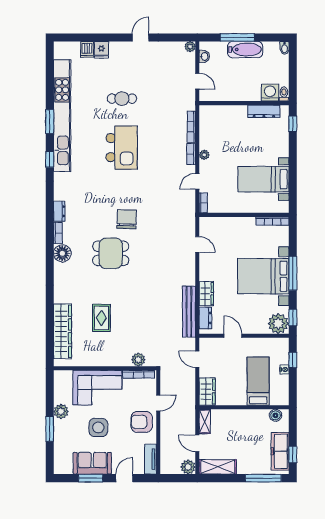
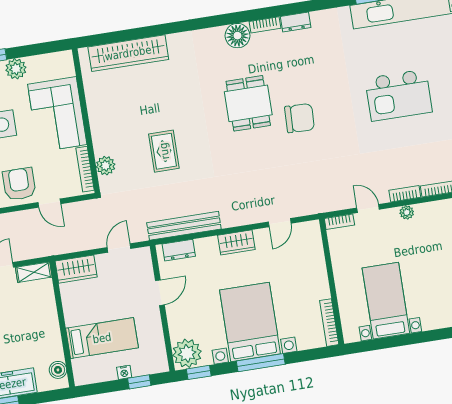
wardrobe: (206, 294) -> (236, 242), moved
rug: (101, 318) -> (164, 151), moved, turned 90

